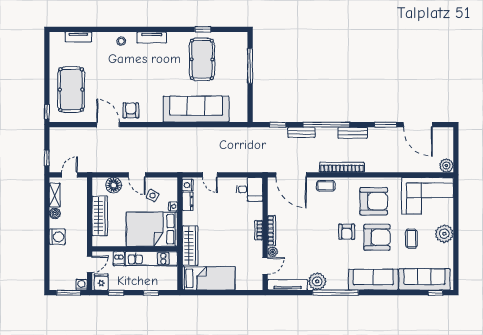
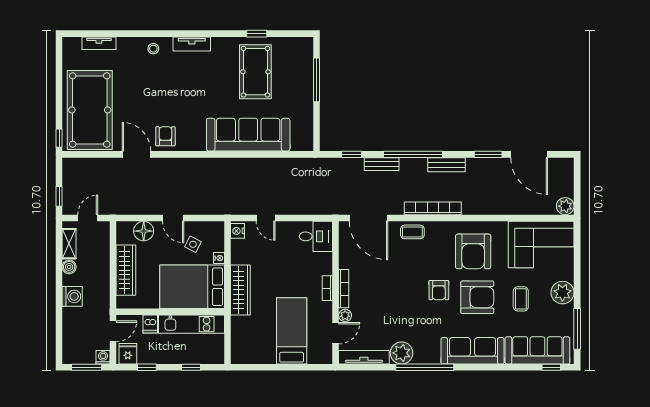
pool table: (71, 90) -> (90, 110), width x1.36, depth x1.32
dresser: (188, 201) -> (237, 252), removed
armchair: (374, 201) -> (473, 251), turned 90
wardrobe: (190, 246) -> (240, 290), moved
window: (456, 262) -> (577, 329), added
bed: (209, 278) -> (292, 331), moved, turned -90

